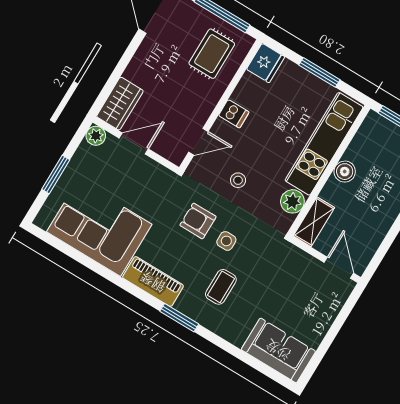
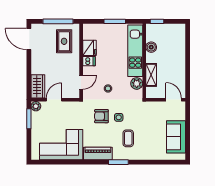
fridge: (266, 63) -> (89, 48), moved
boiler: (345, 172) -> (151, 47), moved
window: (56, 174) -> (29, 119), moved
shelving: (314, 222) -> (151, 75), moved
sofa: (278, 350) -> (176, 137), moved, turned -90

